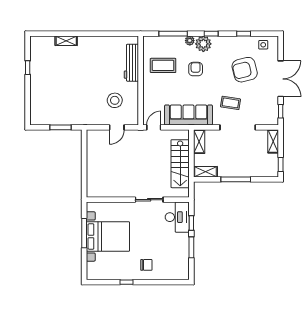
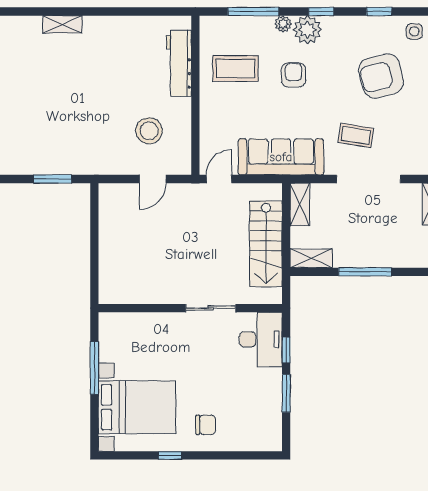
bed with nightstands: (108, 236) -> (137, 407), moved

